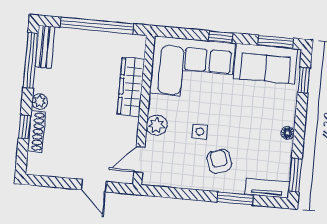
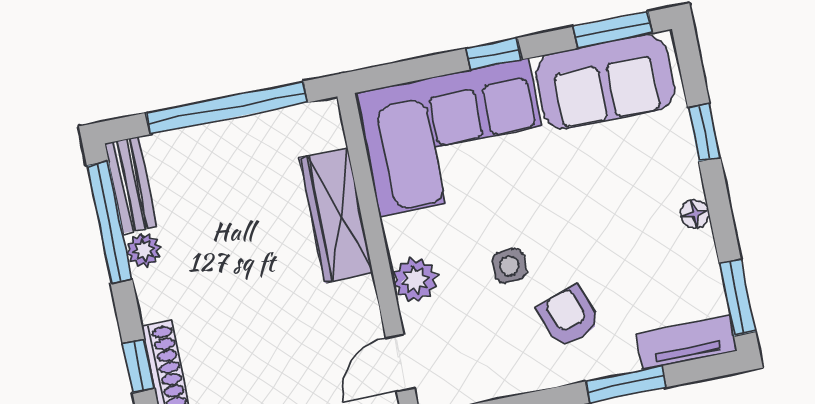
window: (304, 80) -> (704, 132), moved
plant: (40, 102) -> (144, 250), moved

